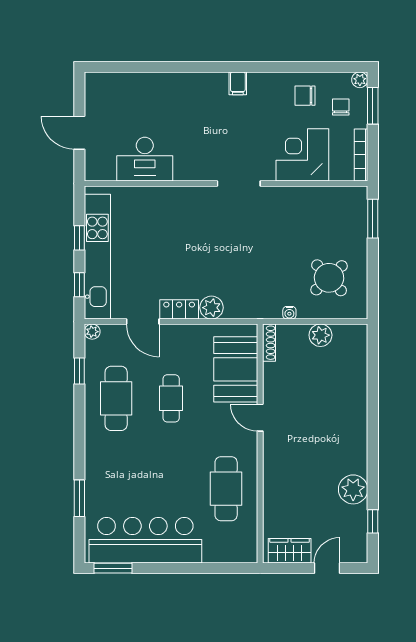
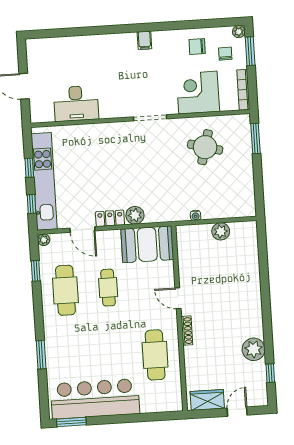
round table: (329, 278) -> (205, 147), moved, turned -32
shoe rack: (269, 343) -> (187, 331), moved
booth: (236, 369) -> (147, 244), moved, turned 90
window: (79, 498) -> (41, 355), moved

